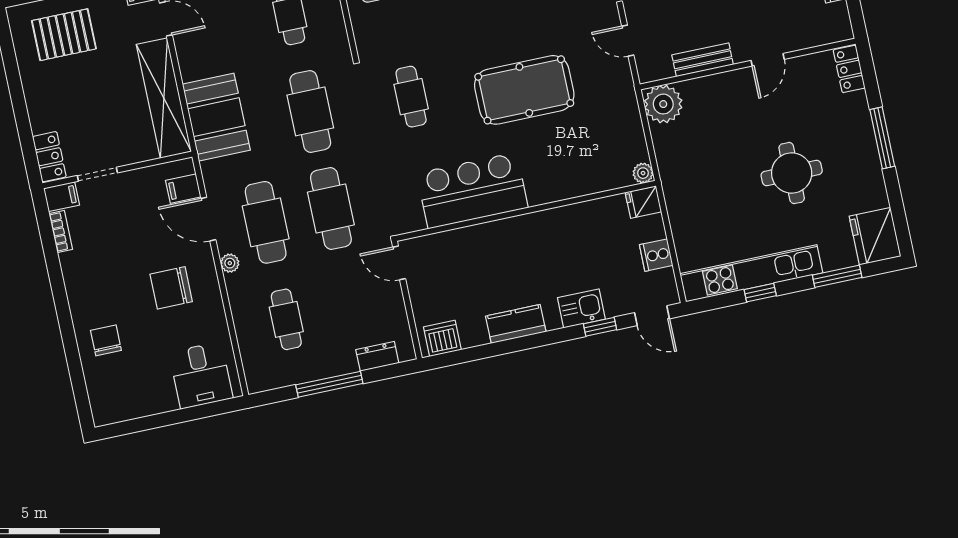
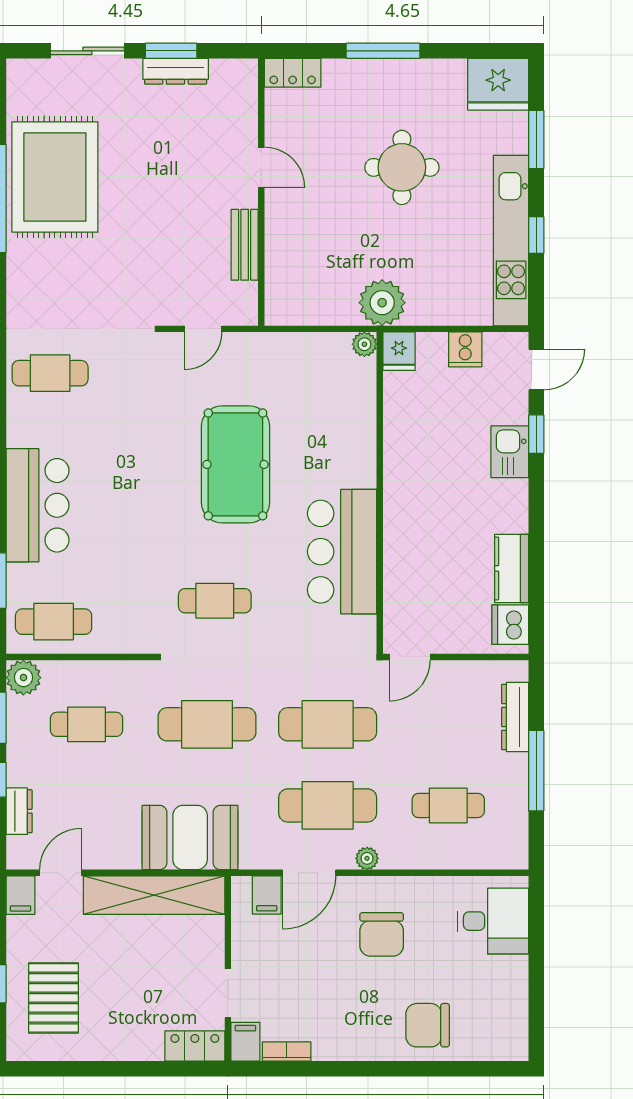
plant: (663, 104) -> (382, 303), moved
kitchen counter: (516, 324) -> (512, 568), moved
chair: (106, 340) -> (428, 1025), width x1.37, depth x1.37
dresser: (377, 356) -> (515, 717), width x1.44

